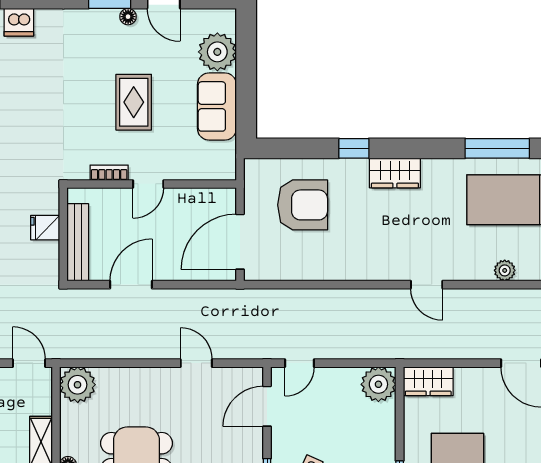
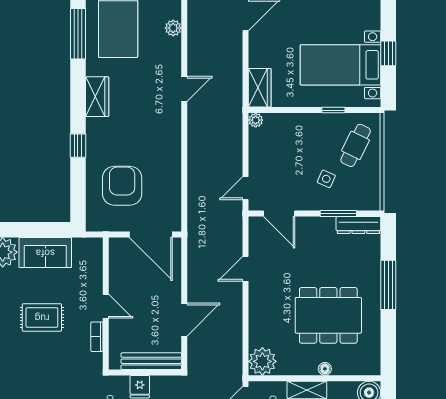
wardrobe: (395, 173) -> (97, 97), moved
door: (131, 285) -> (184, 320), swing flipped
door: (300, 363) -> (246, 188), swing flipped
plant: (378, 384) -> (256, 120), width x0.53, depth x0.53

